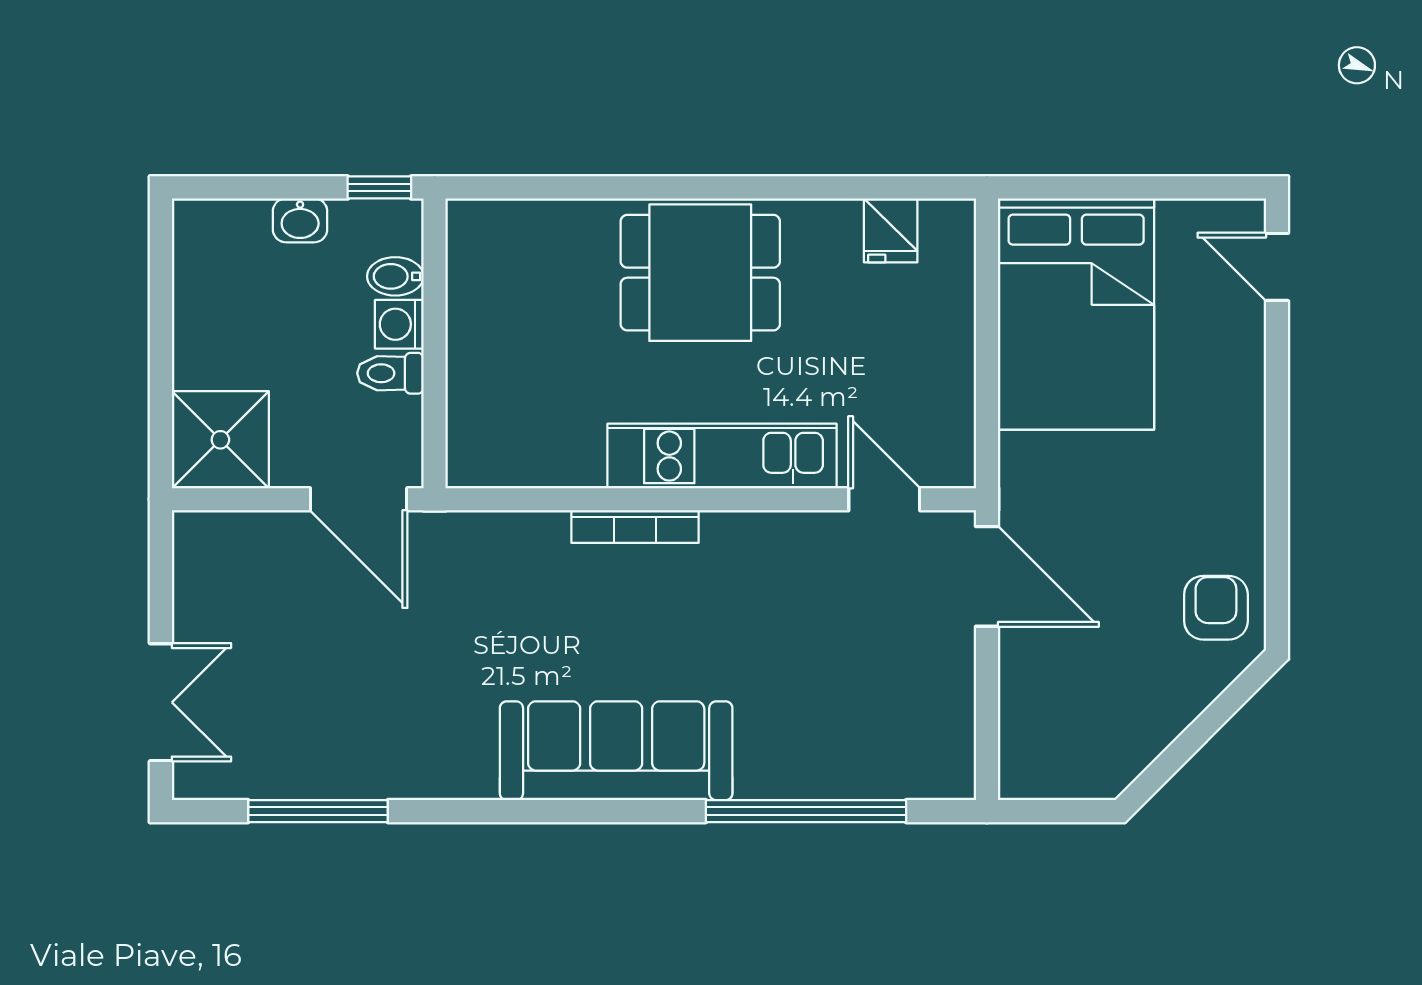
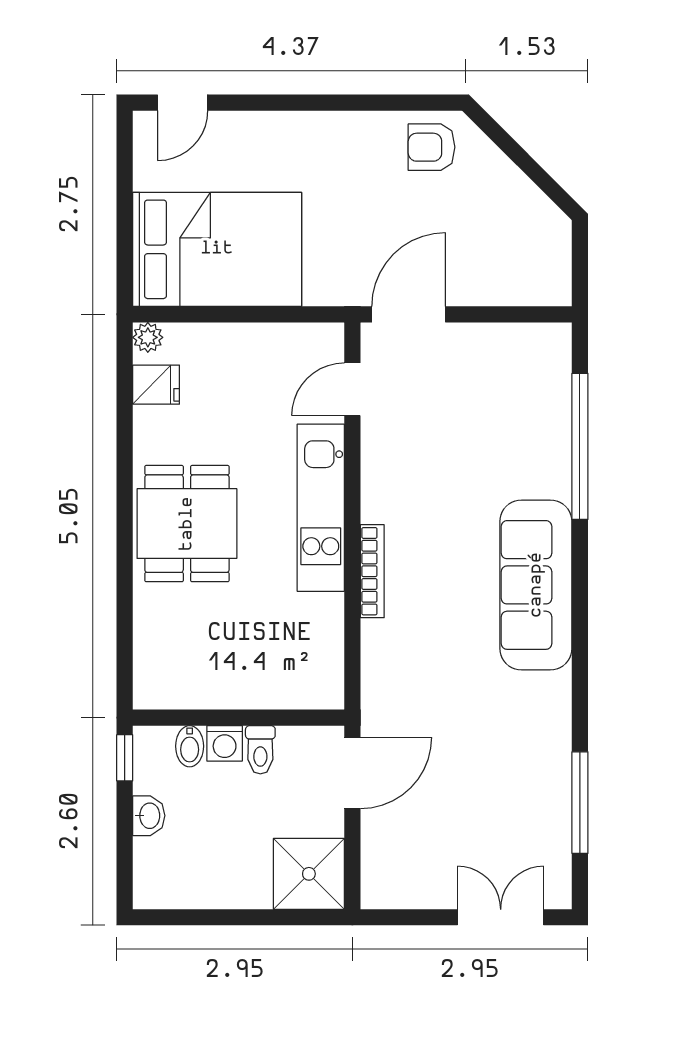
plant: (955, 219) -> (148, 337), added

